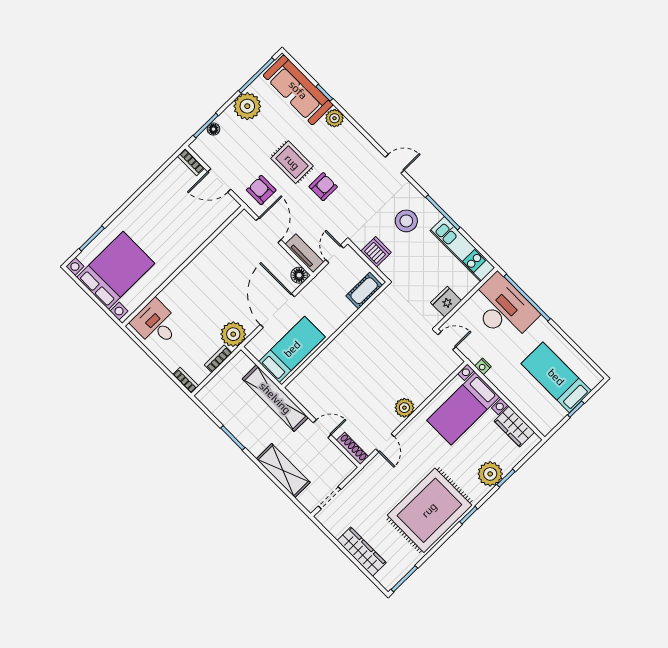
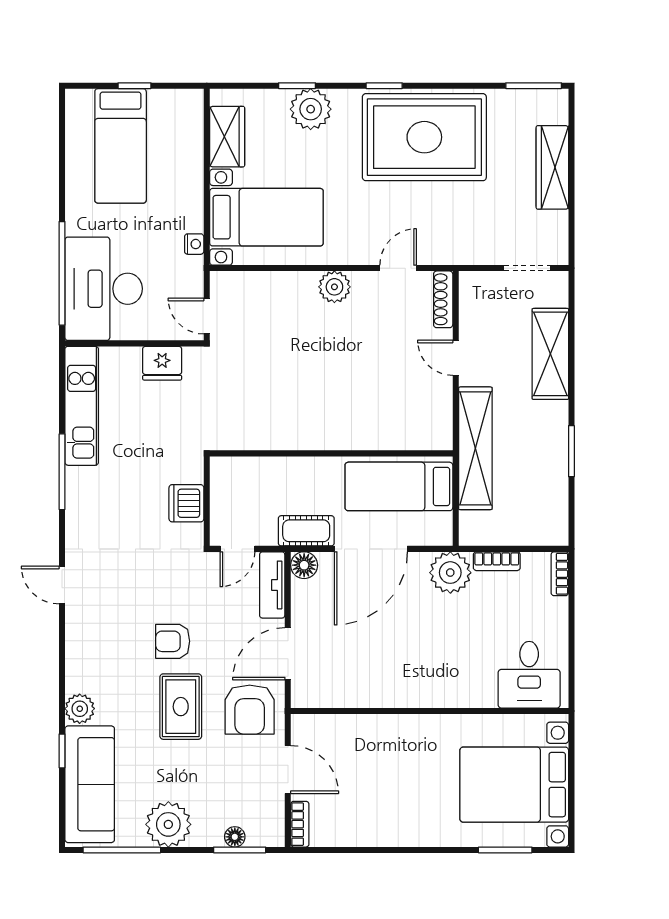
armchair: (261, 190) -> (250, 710), width x1.38, depth x1.38
stool: (406, 221) -> (115, 504), removed
cot: (364, 291) -> (306, 531), moved

